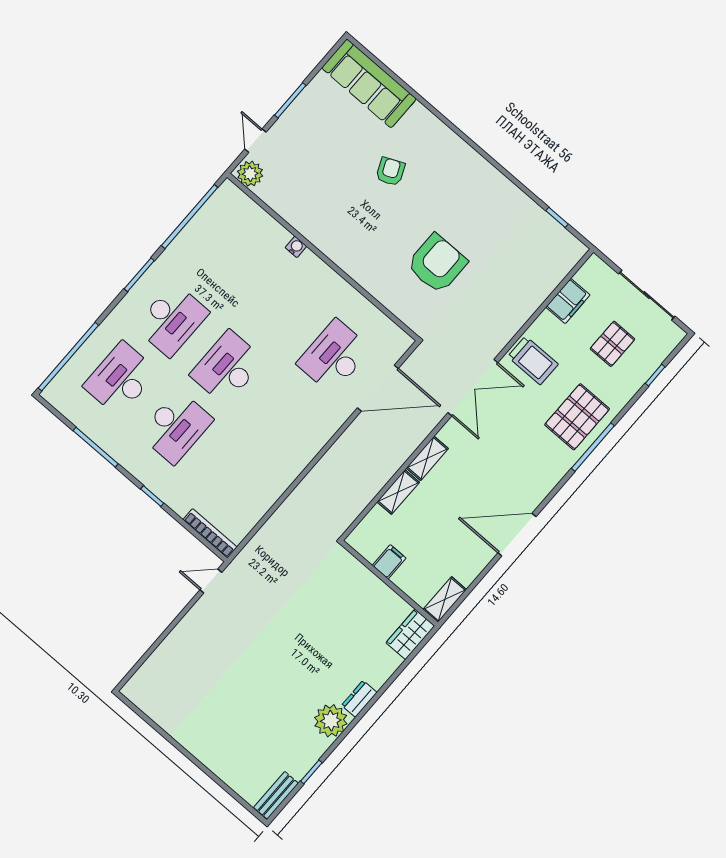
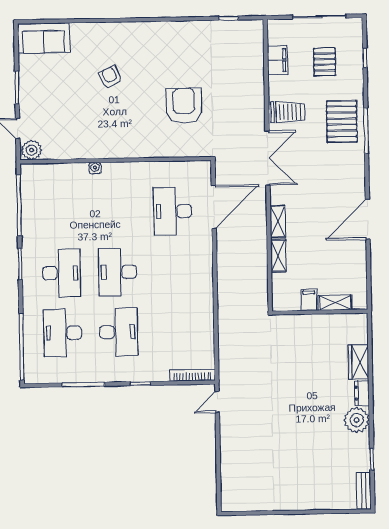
sofa: (369, 83) -> (44, 38), width x0.73
shelving: (445, 599) -> (335, 303), moved, turned 90
wardrobe: (410, 634) -> (358, 362), moved

